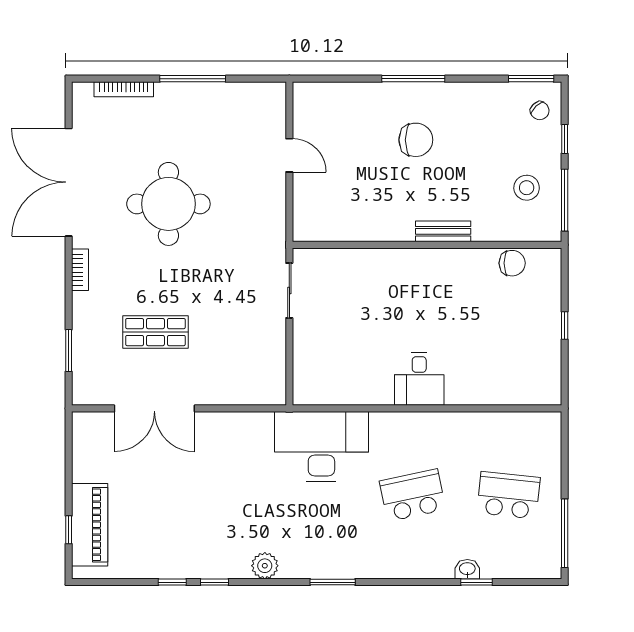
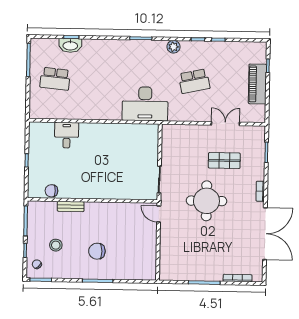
door: (289, 155) -> (159, 214), moved
stool: (527, 188) -> (56, 245), moved
round table: (168, 204) -> (206, 201), moved
bench: (443, 231) -> (71, 206), moved
desk: (419, 379) -> (67, 135), moved
double door: (154, 408) -> (225, 124), width x0.73
school desk: (413, 495) -> (194, 81), moved
piano: (90, 525) -> (257, 84), moved
washbasin: (467, 569) -> (70, 45), width x1.91, depth x1.45

